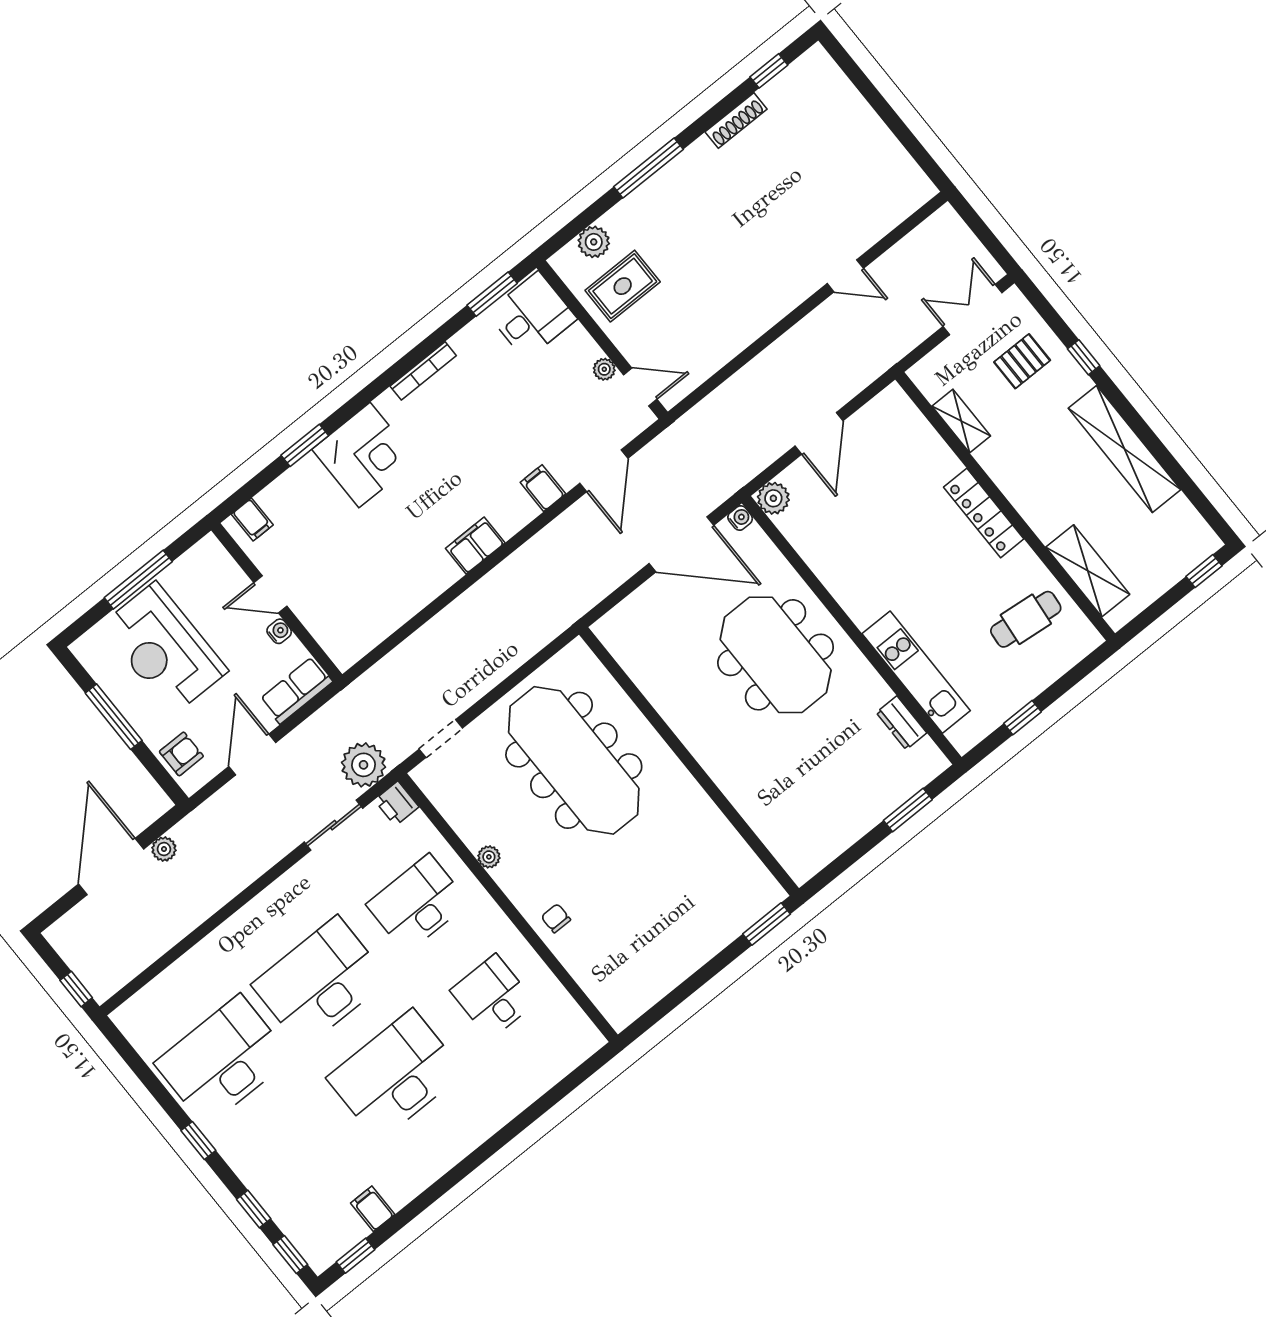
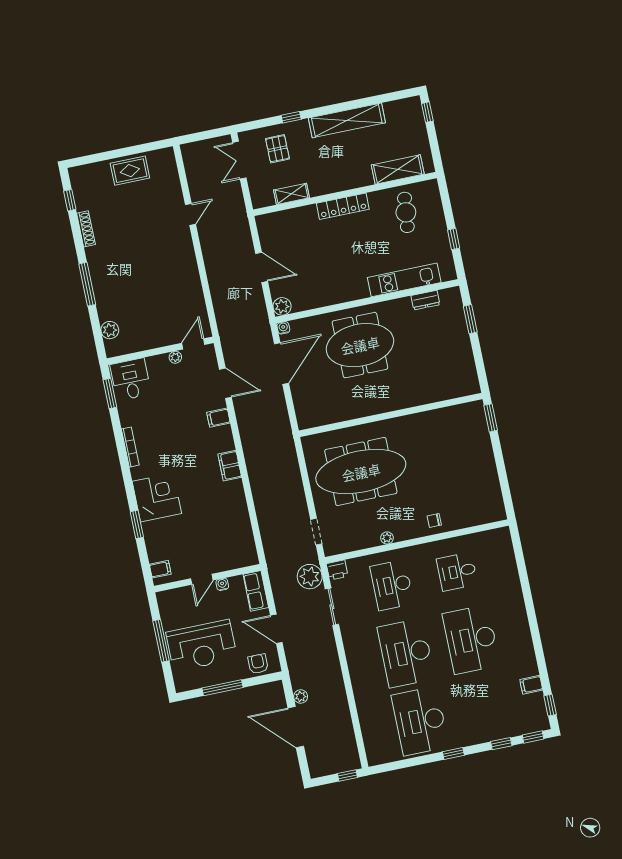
rug: (623, 286) -> (130, 171), moved, turned 90

